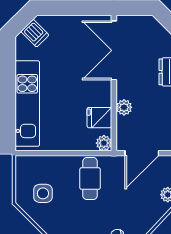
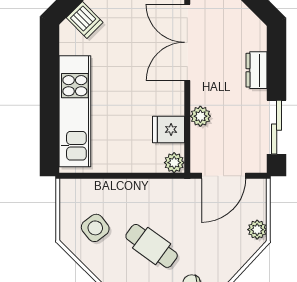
cafe table: (90, 179) -> (152, 246), moved, turned -54
side table: (43, 193) -> (95, 228), turned -38

